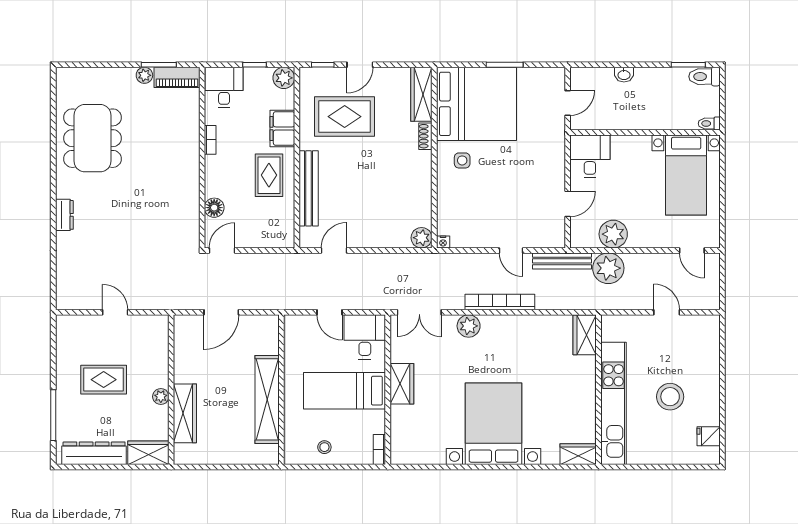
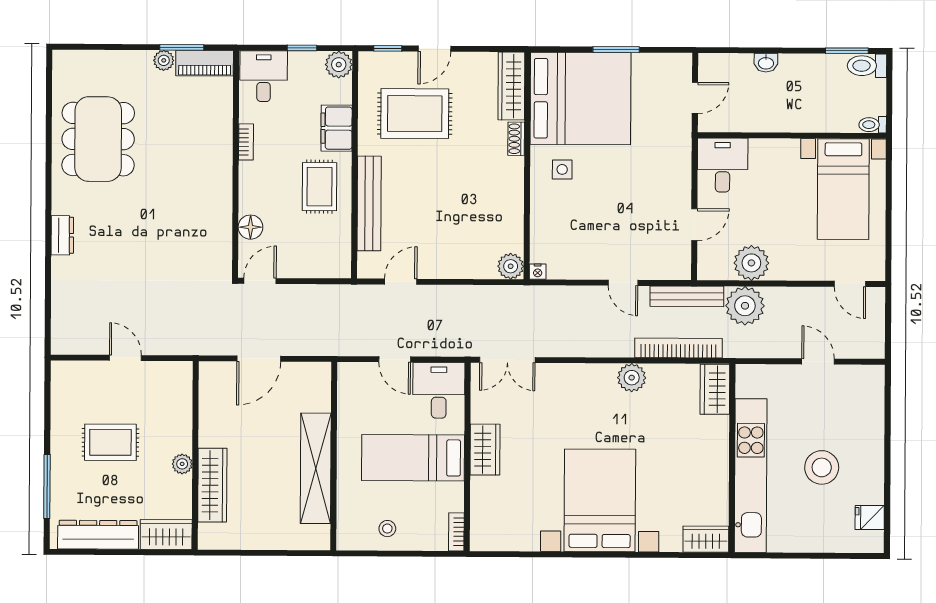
bookcase: (500, 302) -> (679, 348), moved
plant: (469, 326) -> (632, 378), moved

